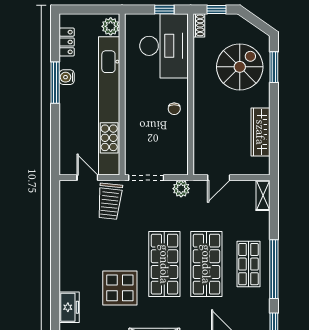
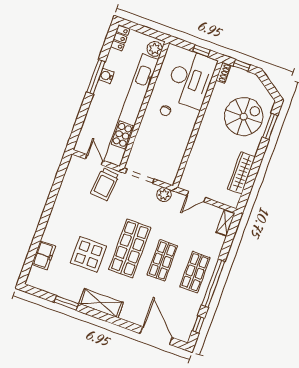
locker: (67, 42) -> (120, 38), moved
chair: (174, 109) -> (165, 111), moved
shop shelf: (206, 264) -> (162, 260), width x0.70, depth x0.74

